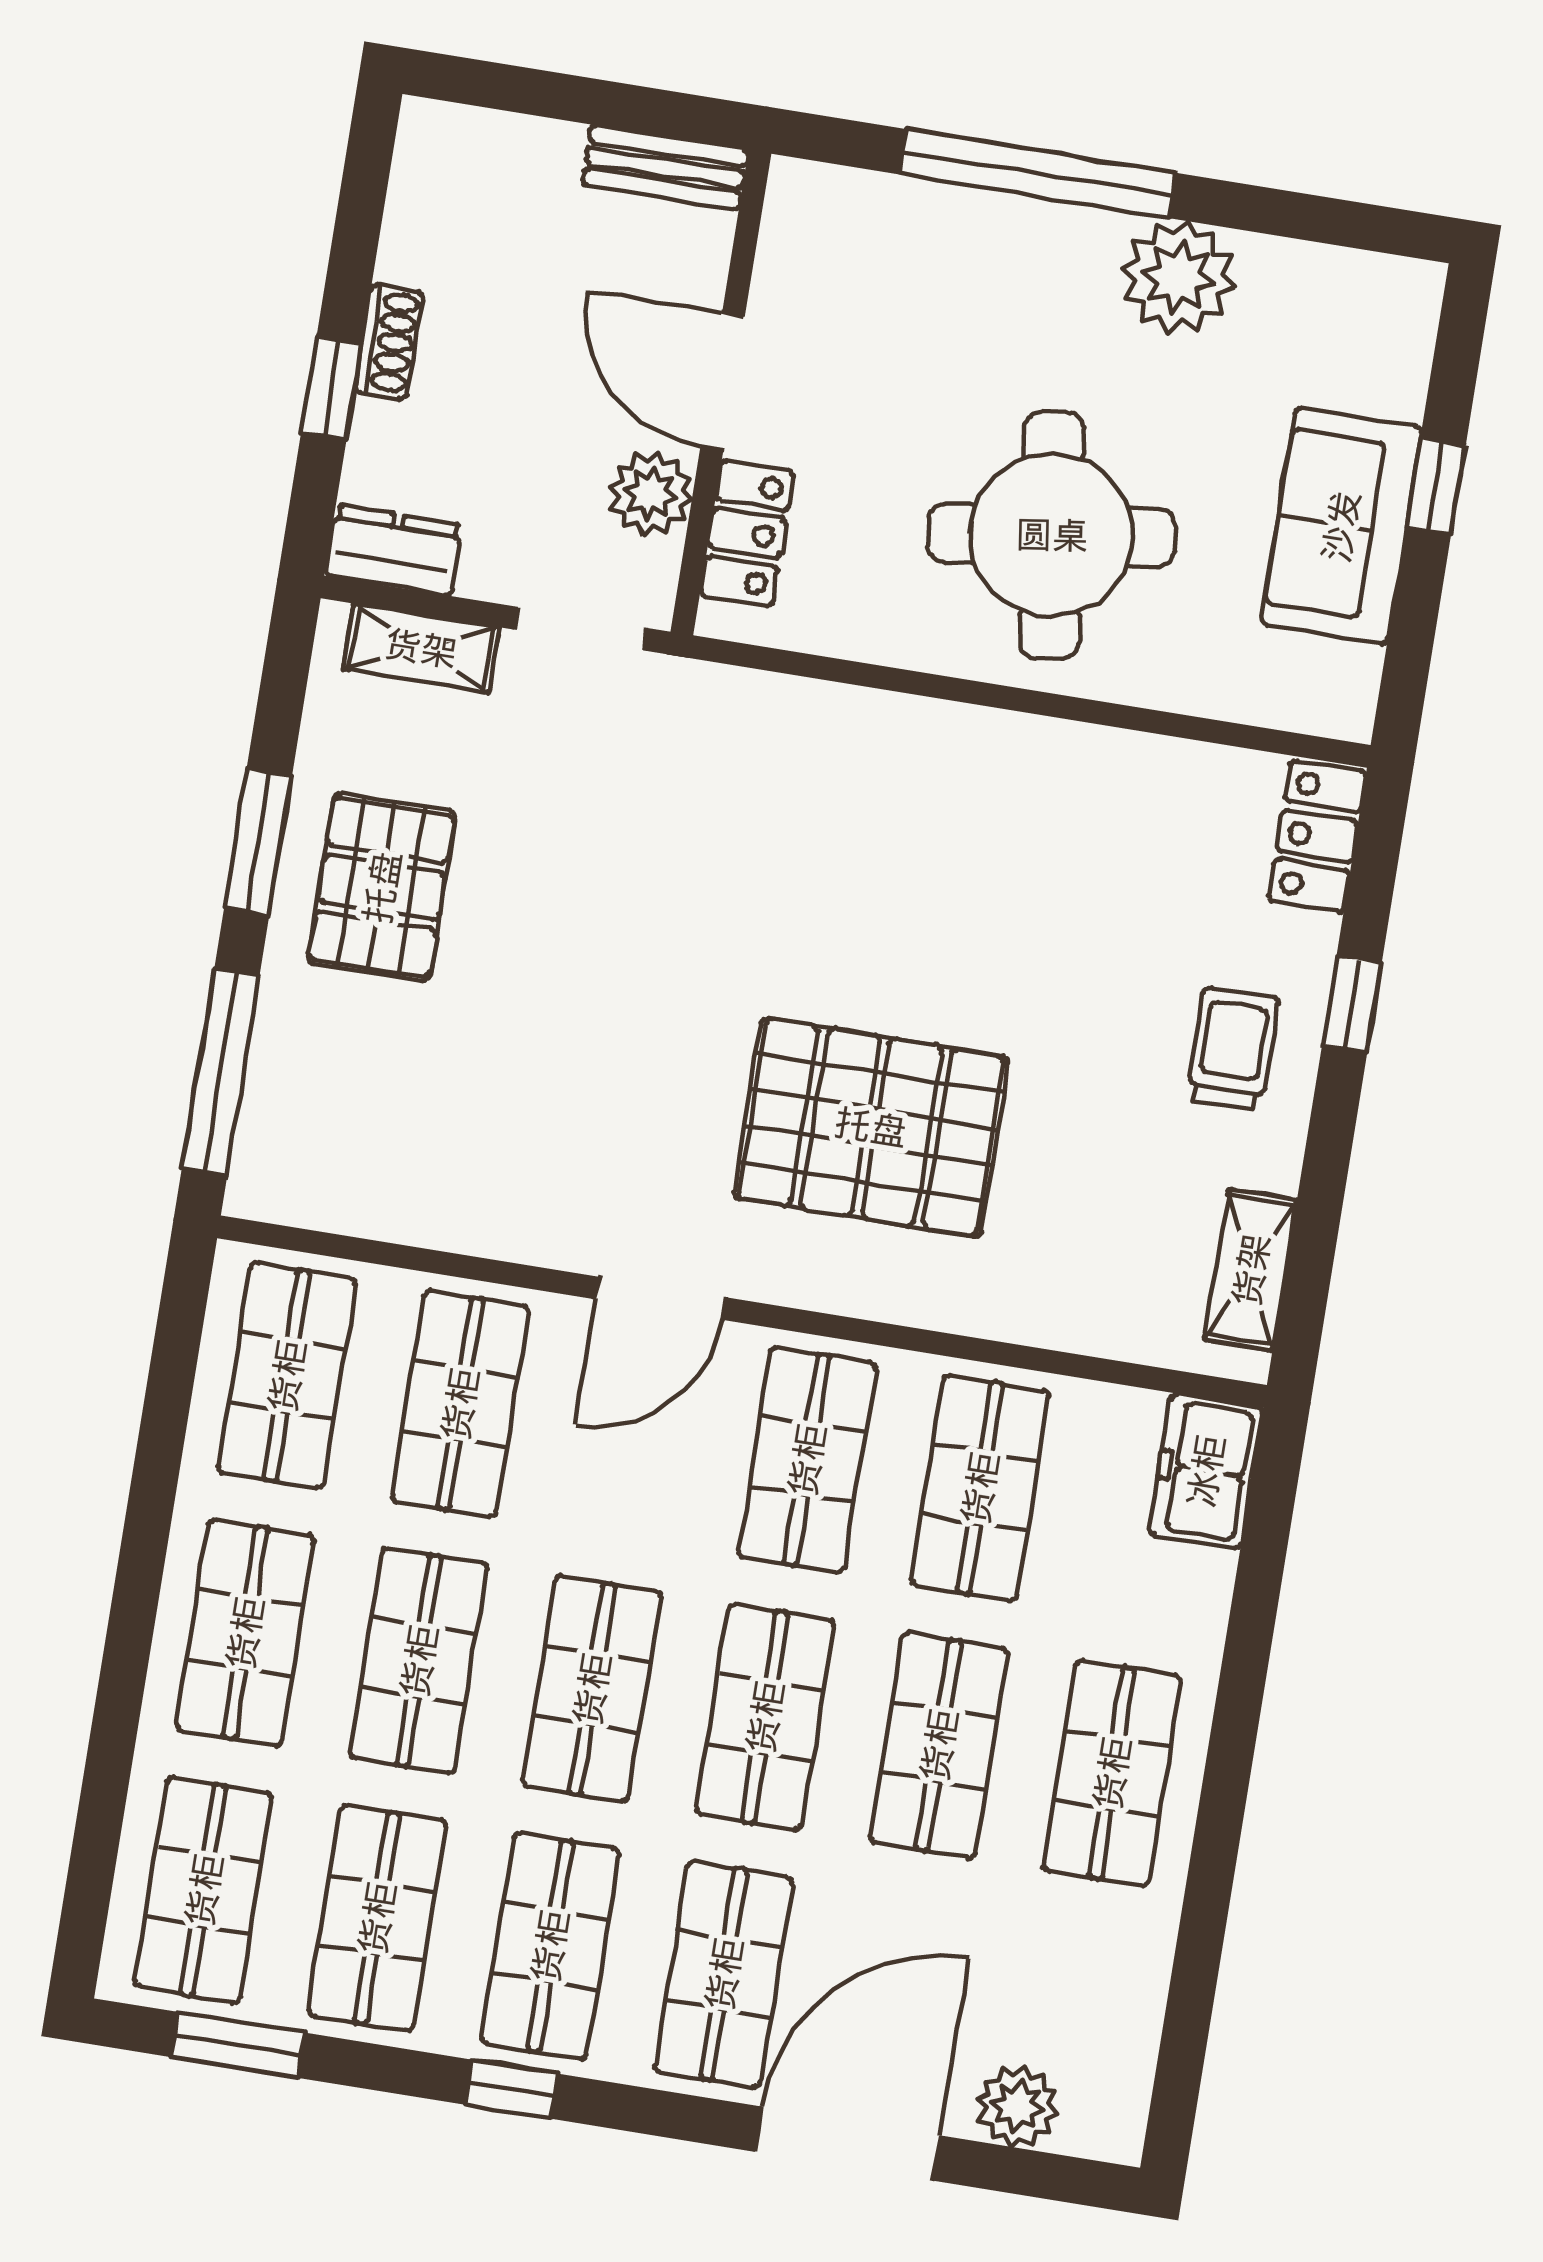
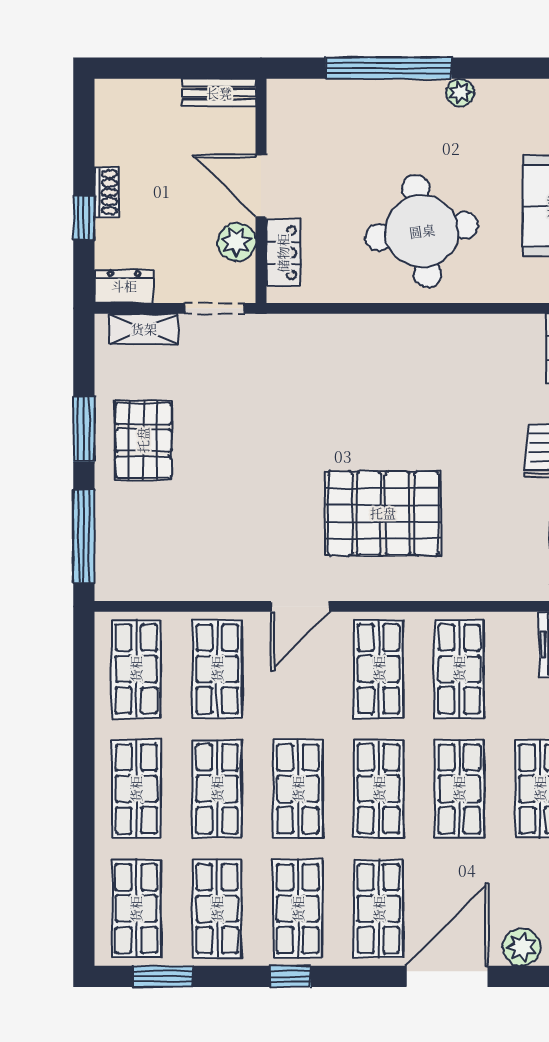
plant: (1178, 277) -> (460, 93), width x0.53, depth x0.53

